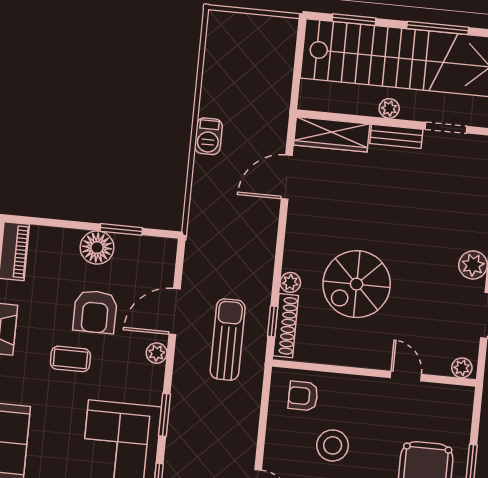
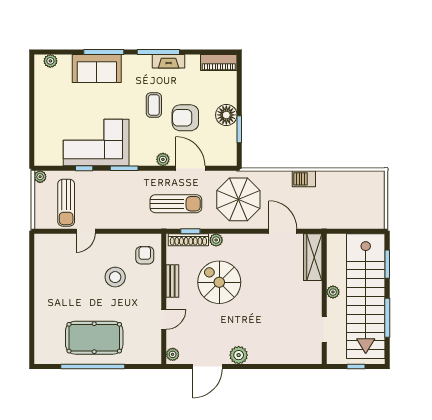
bench: (396, 136) -> (172, 281), moved
parasol: (230, 242) -> (238, 199), added

